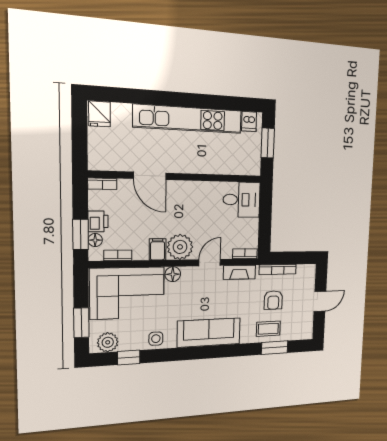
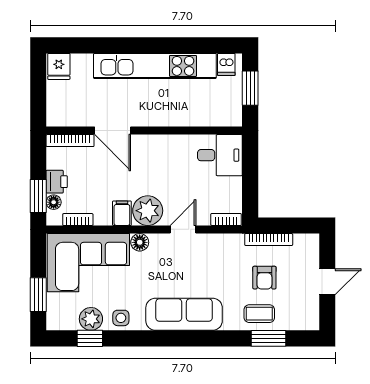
bookcase: (102, 184) -> (70, 141), width x1.56
fireplace: (239, 272) -> (220, 242), removed
plant: (108, 342) -> (91, 319), moved

